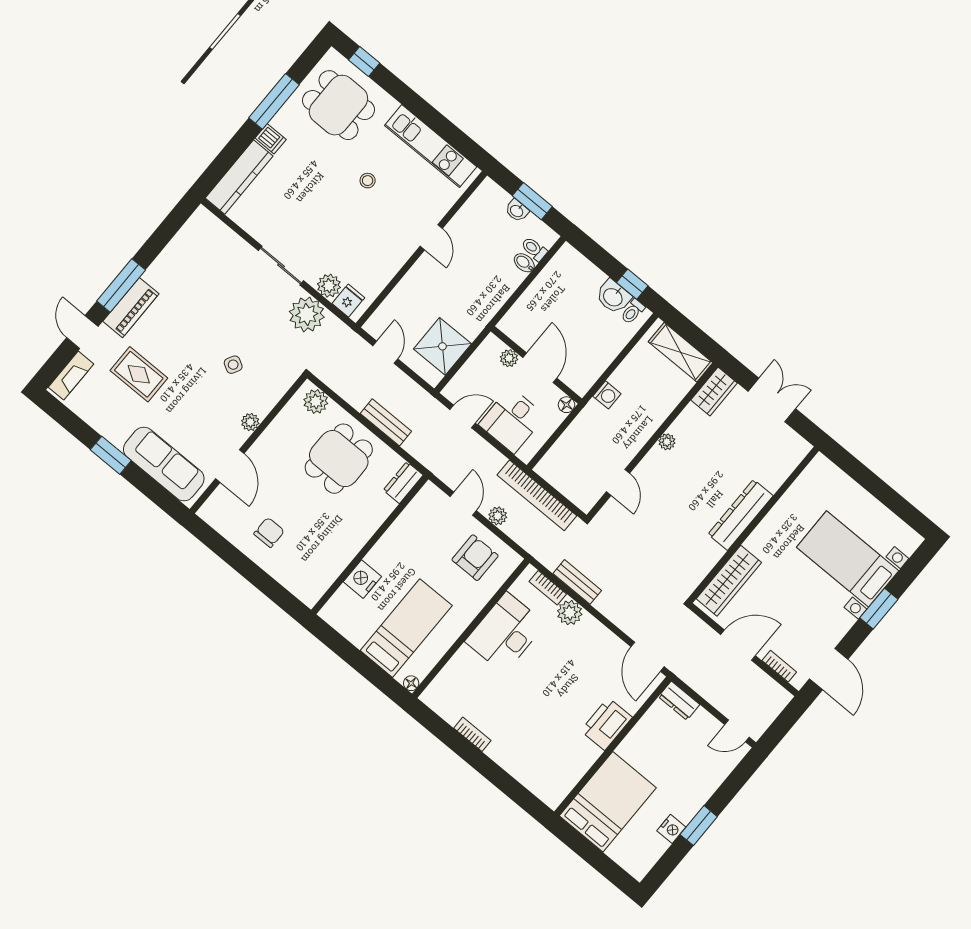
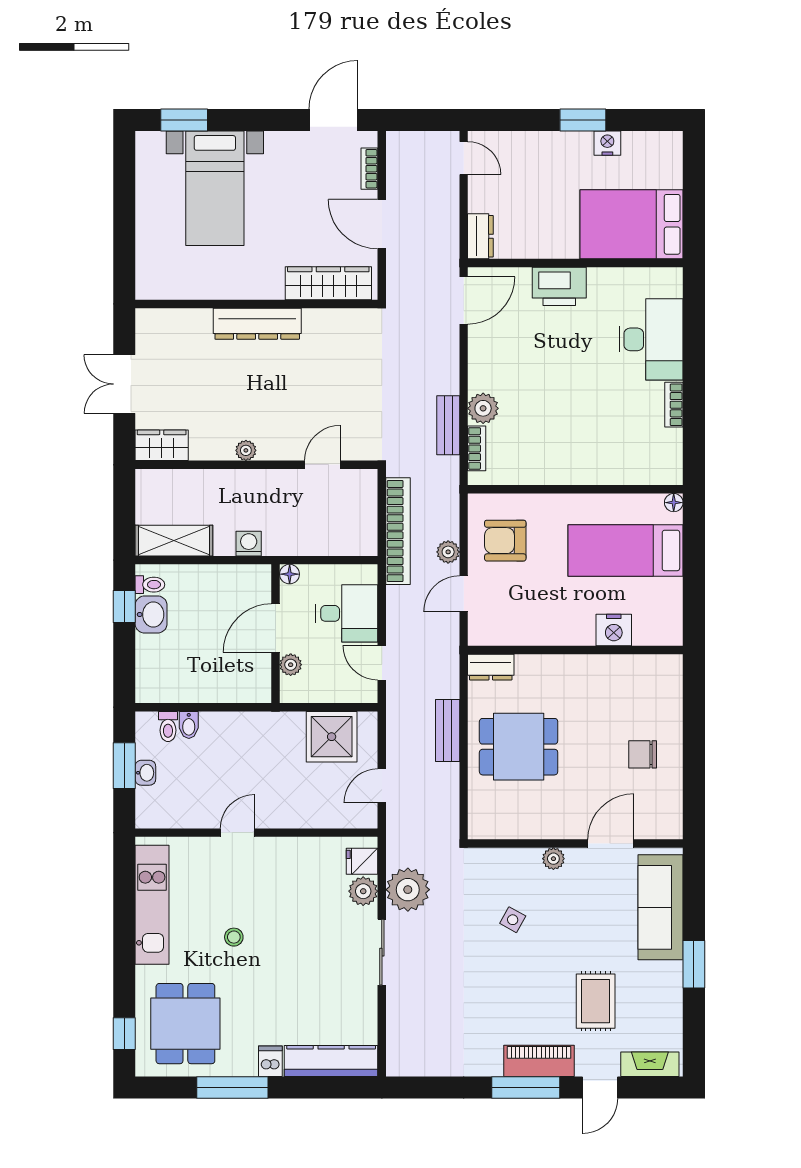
shelving: (681, 352) -> (174, 541), moved, turned 90
plant: (316, 401) -> (483, 813), removed
window: (879, 609) -> (184, 120), moved
desk: (505, 633) -> (651, 339), moved, turned -90

